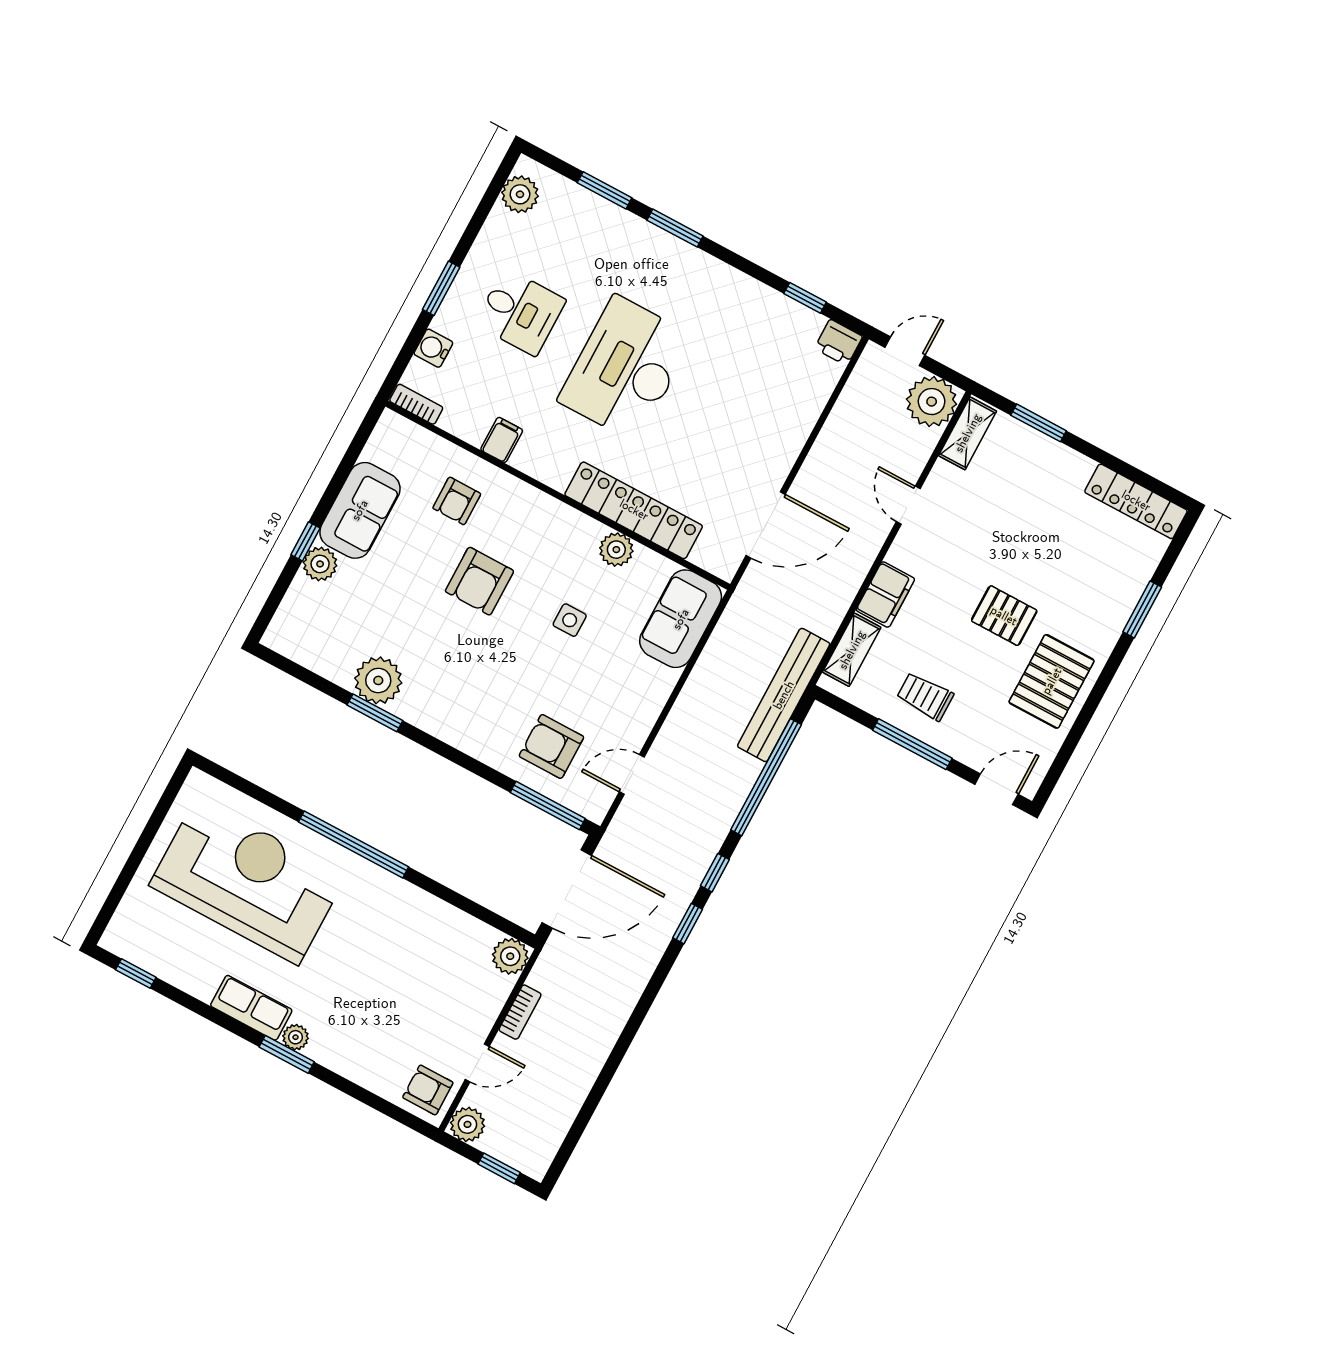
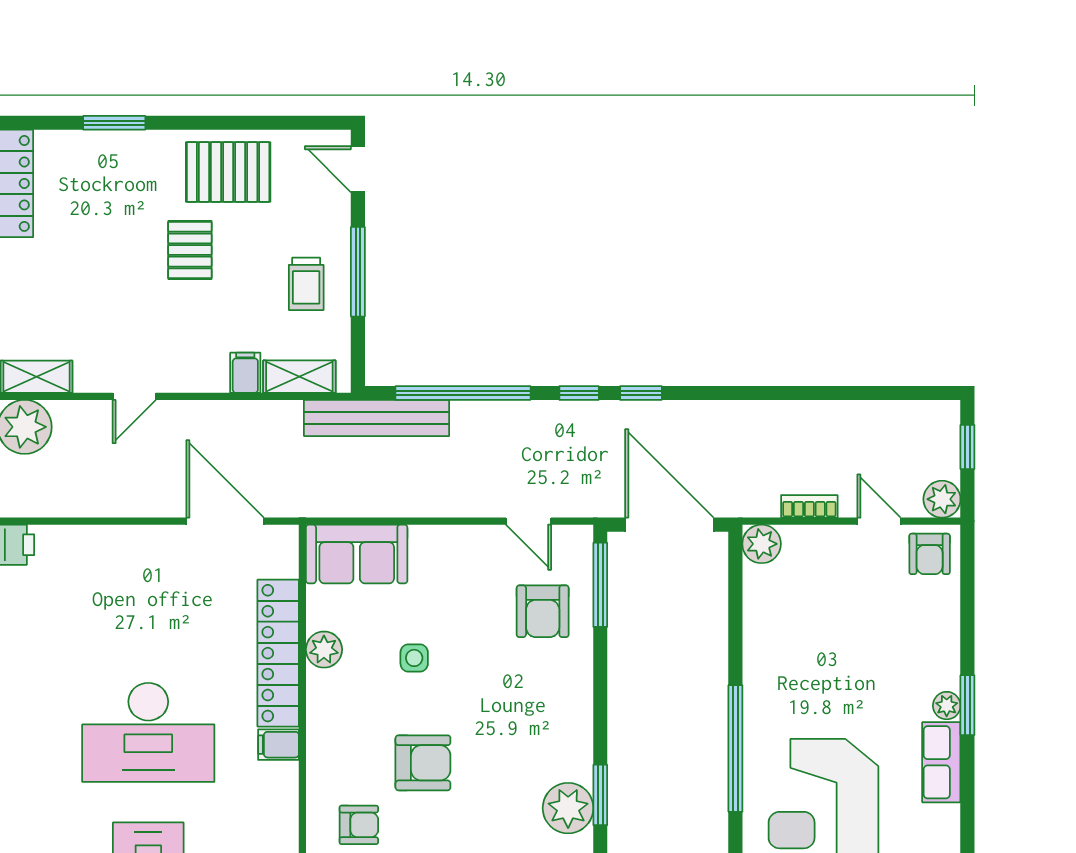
filing cabinet: (502, 440) -> (278, 745), moved
filing cabinet: (885, 595) -> (245, 373), width x0.50

